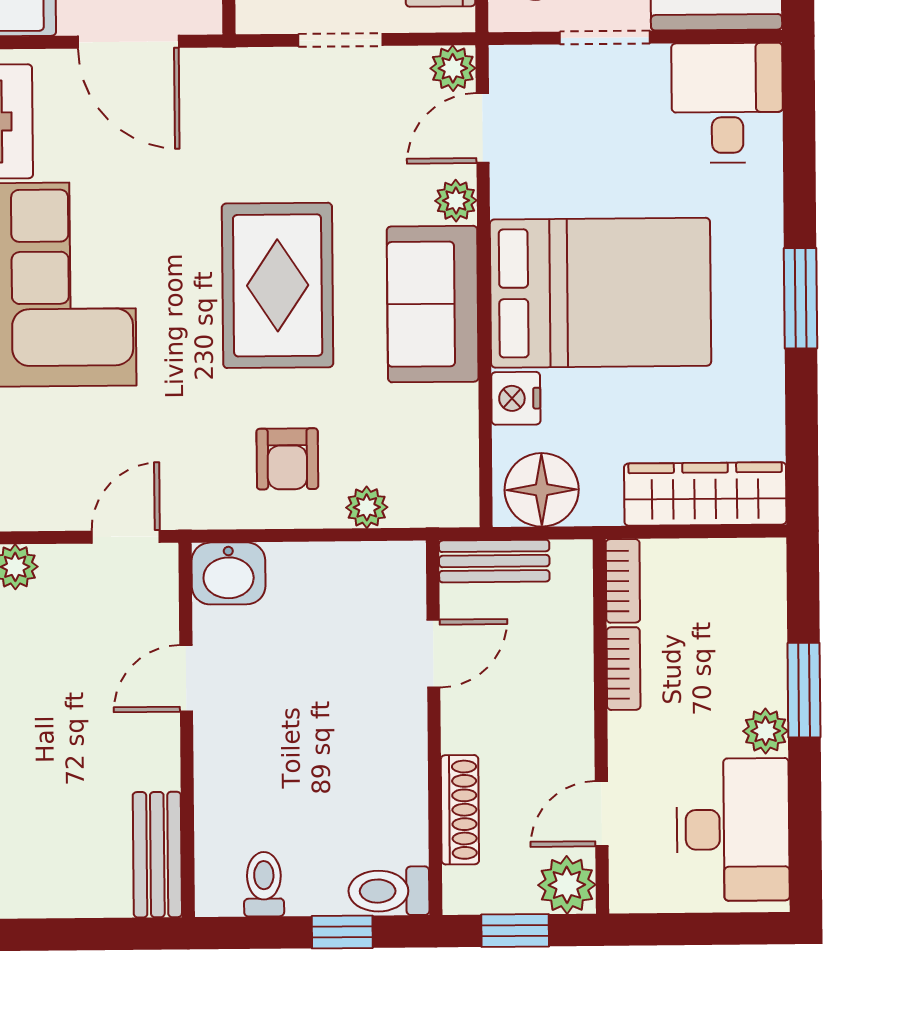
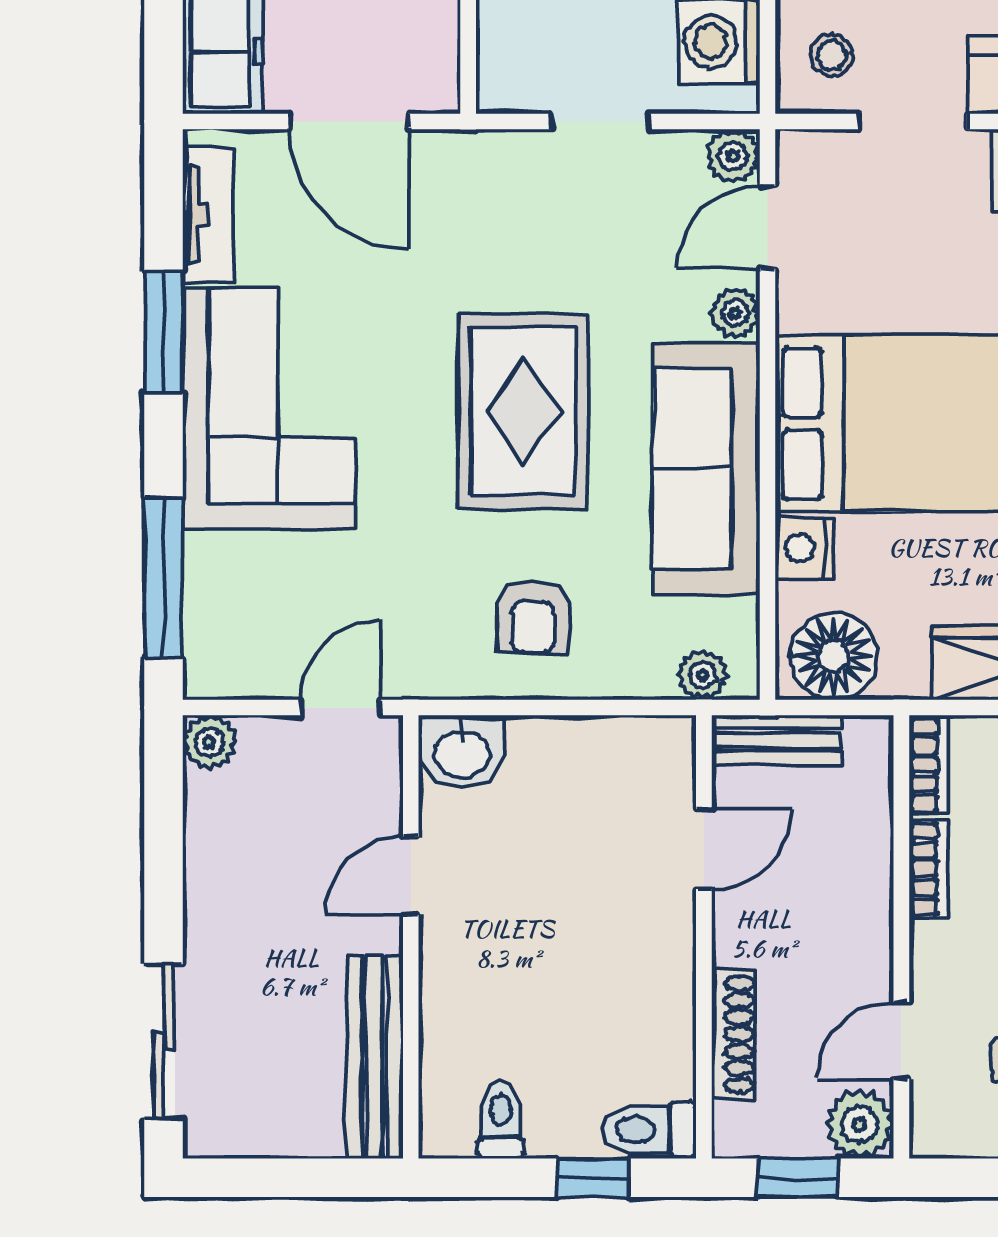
sofa: (433, 304) -> (706, 469), width x1.36
plant: (367, 507) -> (703, 675), moved
bench: (157, 855) -> (375, 1057), width x1.36

